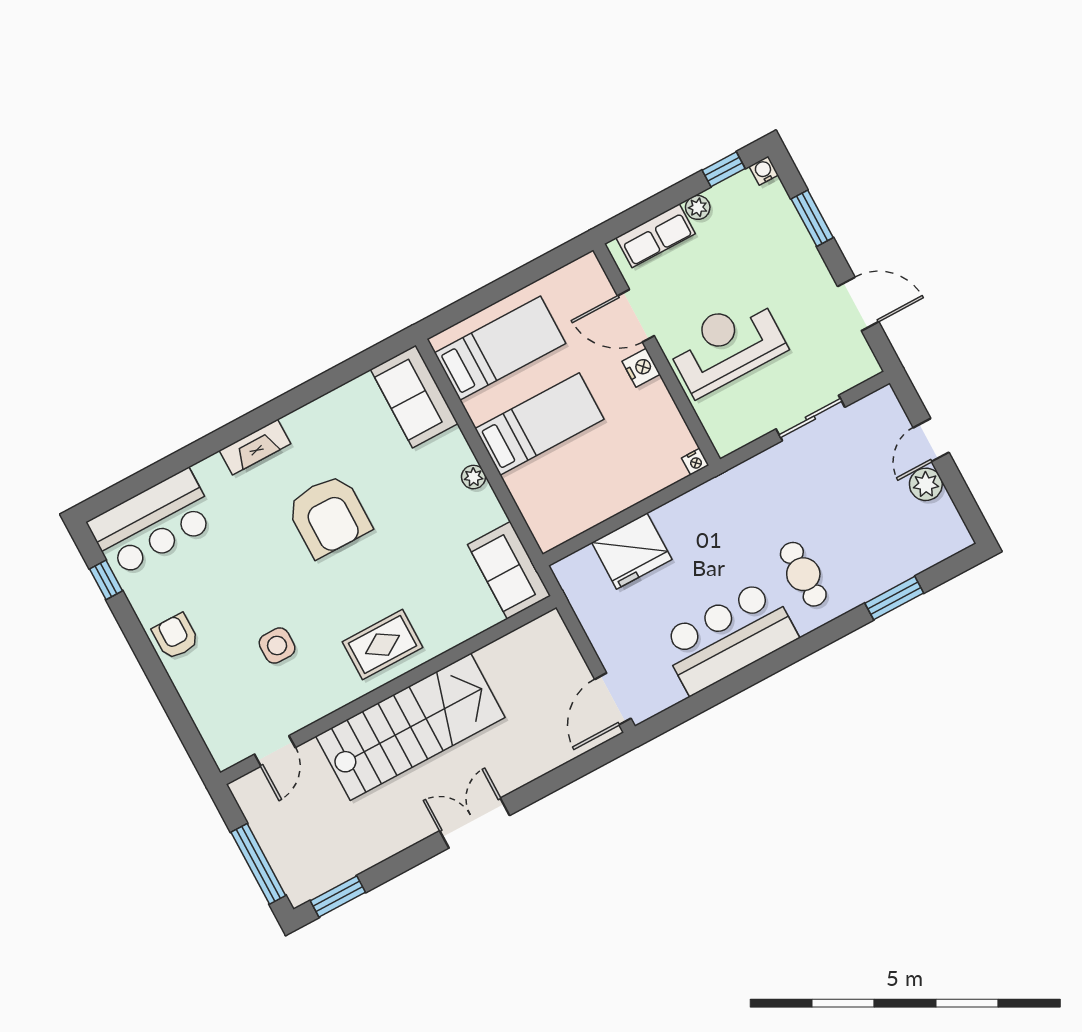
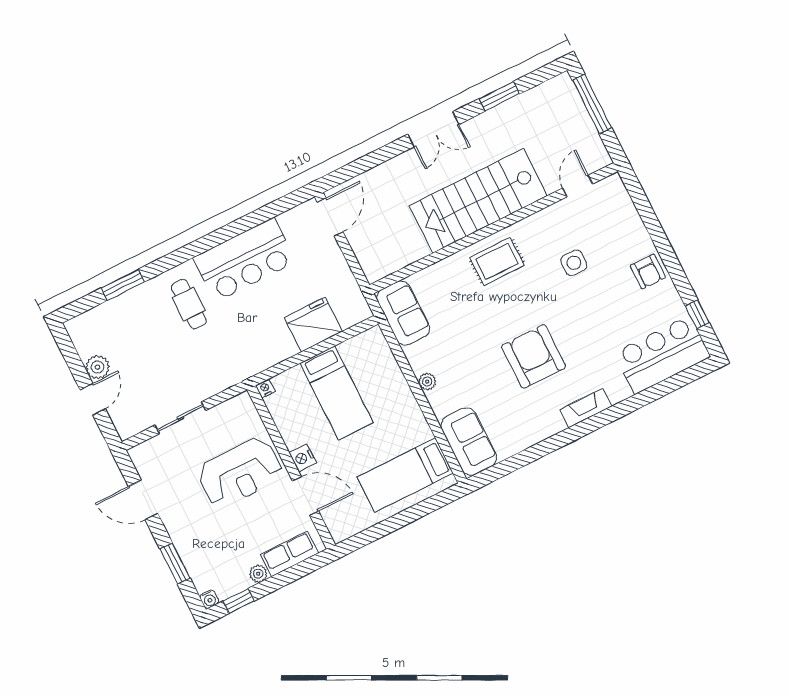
bed: (540, 424) -> (337, 393), moved, turned -90
window: (338, 896) -> (499, 96), moved

